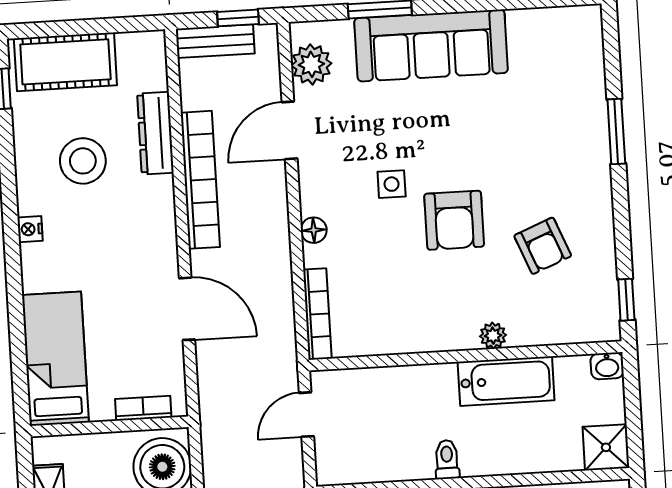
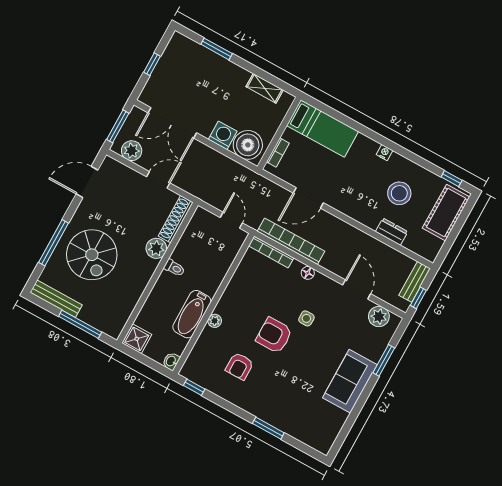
sofa: (431, 46) -> (350, 381), width x0.73
dresser: (155, 133) -> (392, 232), width x0.70
bookcase: (200, 180) -> (291, 241), moved, turned 180
armchair: (543, 246) -> (240, 366), turned -68

